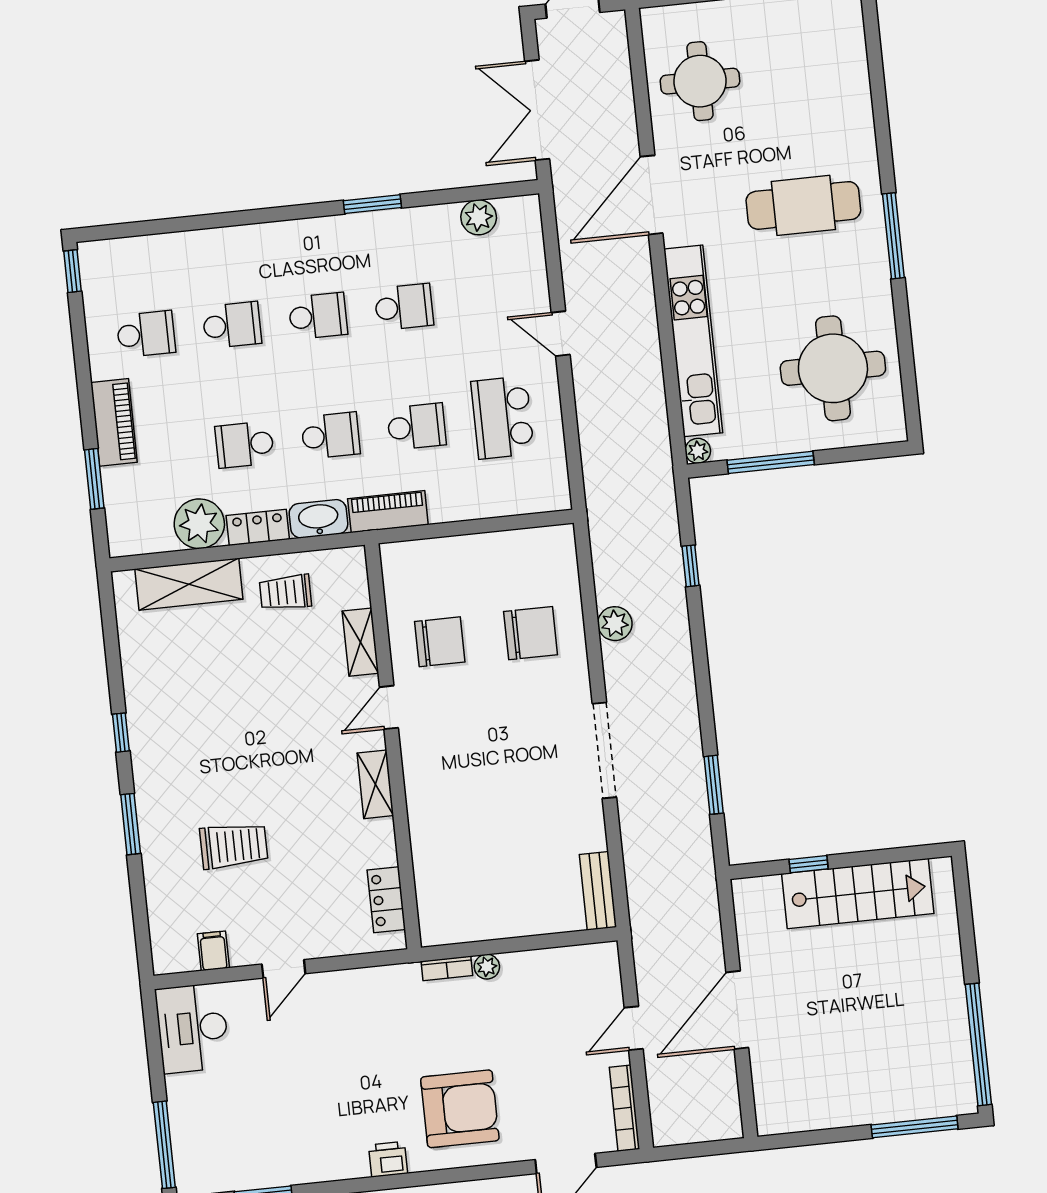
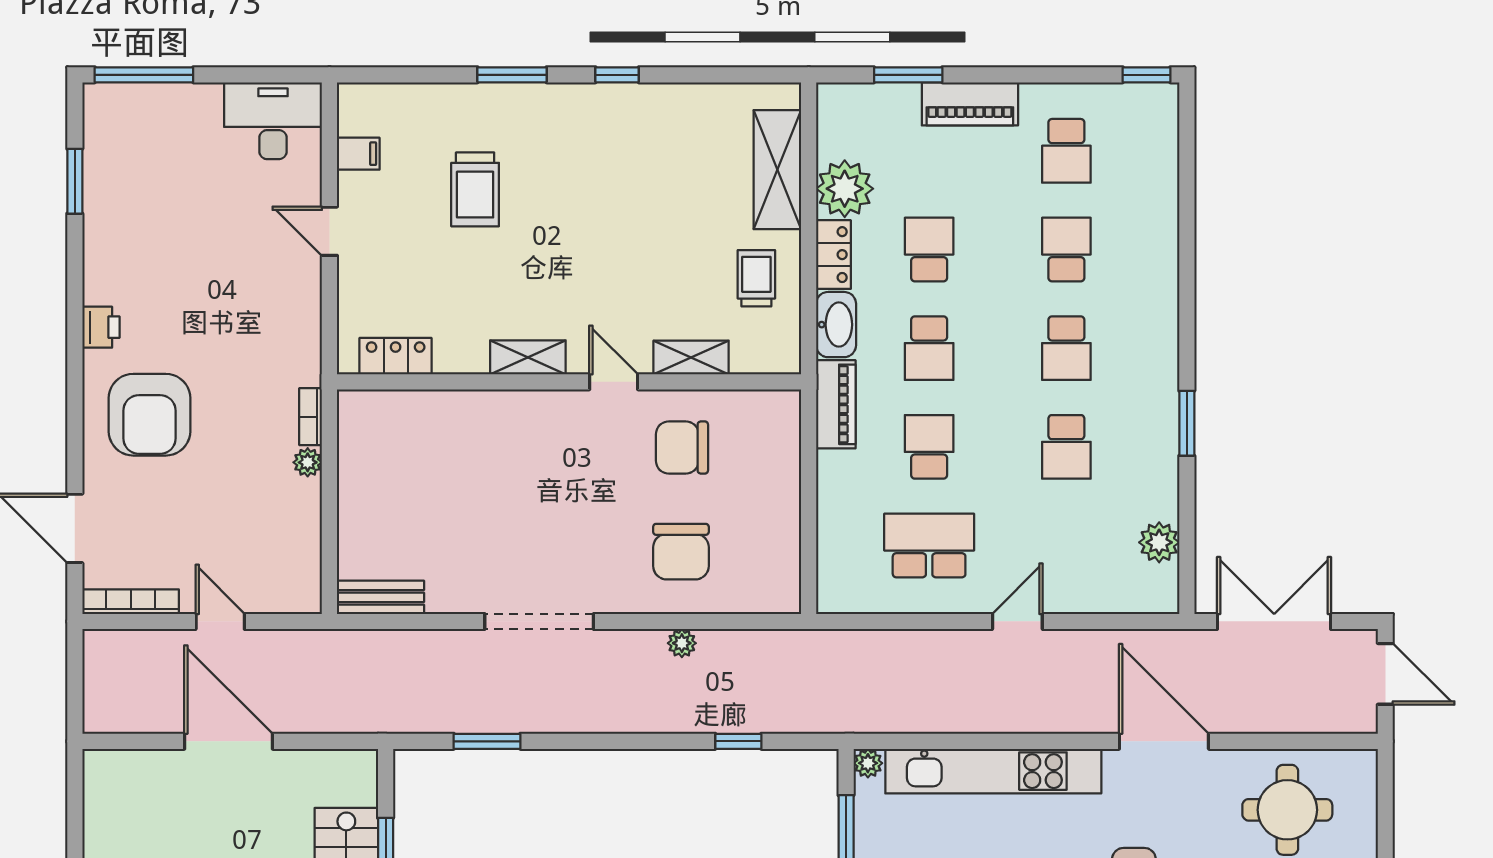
school desk: (232, 325) -> (1066, 249), turned 180
school desk: (417, 427) -> (929, 447), turned 180
plant: (615, 624) -> (682, 643), width x0.73, depth x0.73
chair: (440, 642) -> (682, 447), turned 90

